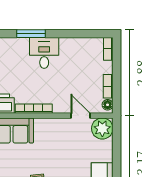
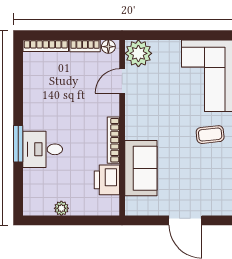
bookcase: (108, 49) -> (46, 46), width x1.56
desk: (44, 53) -> (43, 149), moved

